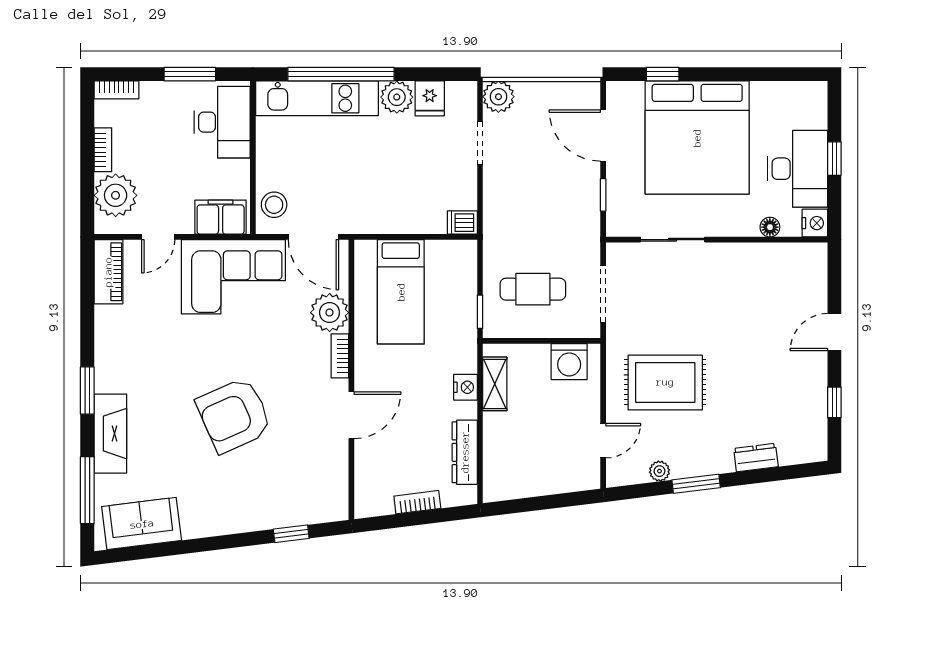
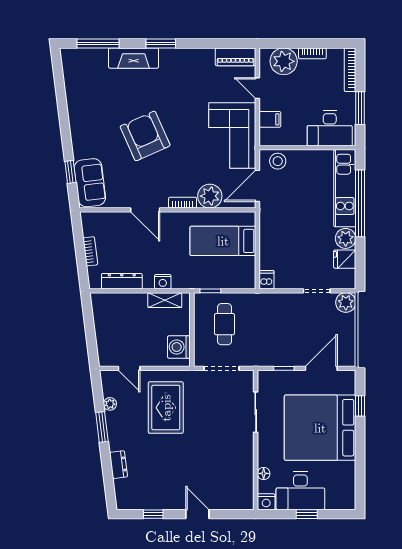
bookcase: (116, 90) -> (350, 70), width x1.56
filing cabinet: (221, 217) -> (270, 119), width x0.50
sofa: (142, 524) -> (90, 183), moved

